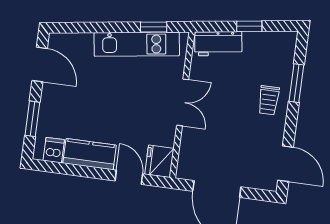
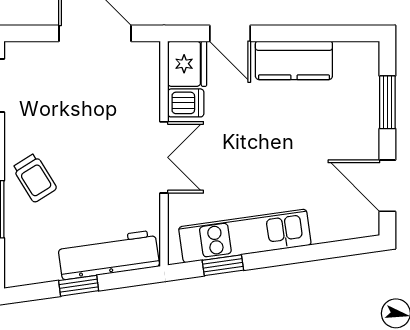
workbench: (218, 44) -> (109, 255), width x1.38
trolley: (269, 100) -> (35, 178), turned 148
double door: (183, 102) -> (164, 157), swing flipped
dishwasher: (54, 150) -> (186, 103), moved, turned -90

